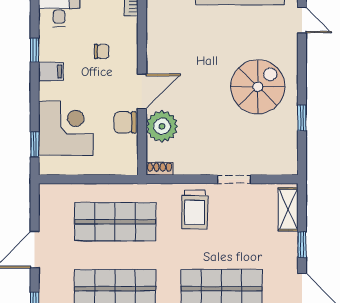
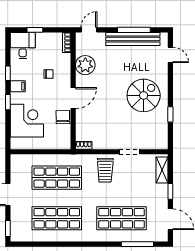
chair: (125, 122) -> (63, 117), turned 89
plant: (162, 126) -> (85, 65), moved
window: (35, 144) -> (8, 102), moved

